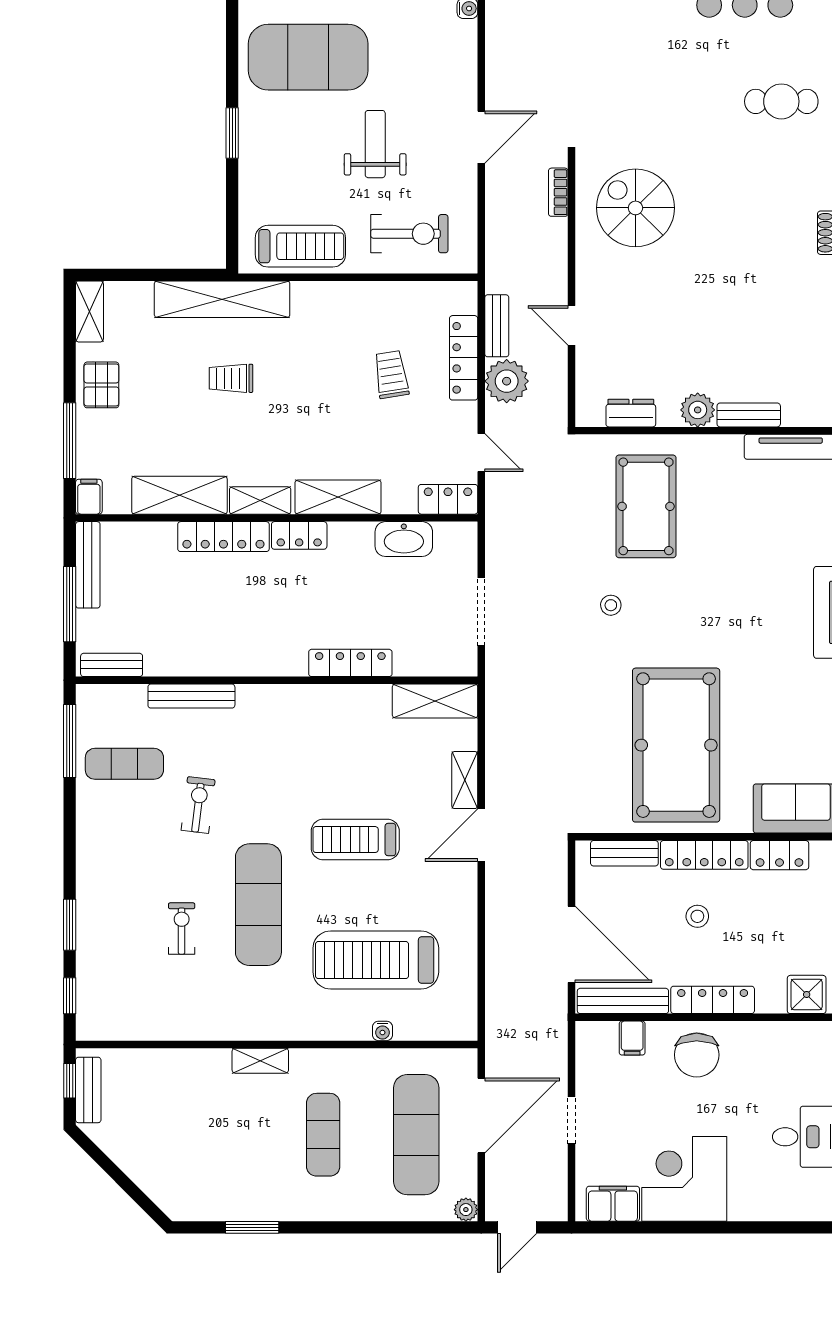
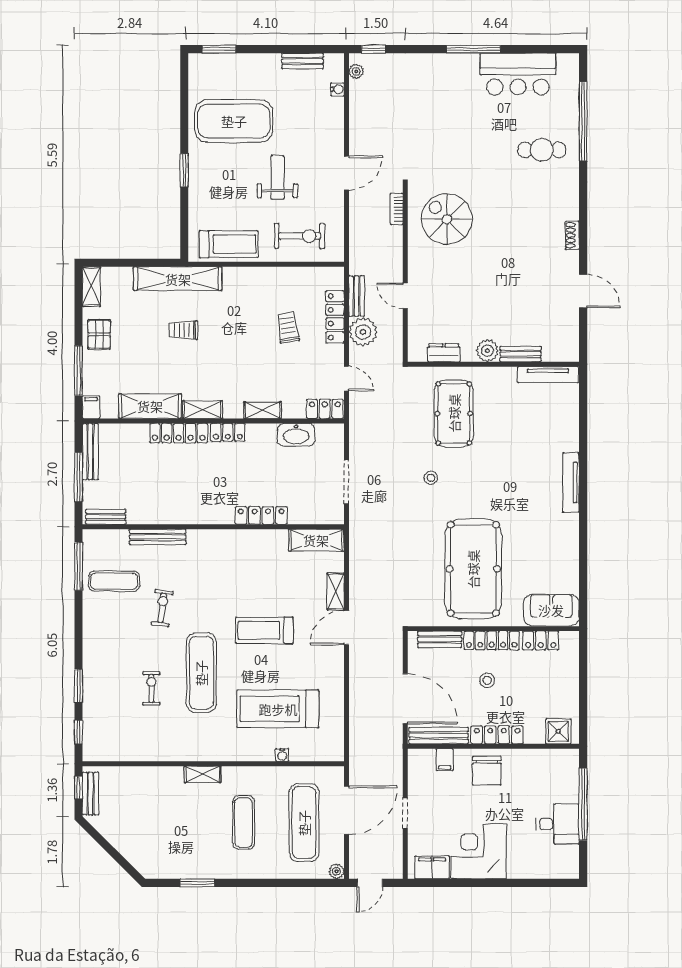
shelving: (338, 497) -> (263, 410), width x0.67, depth x0.75

